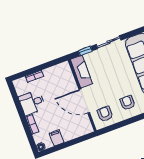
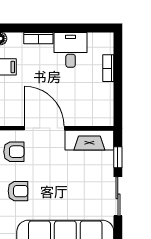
door: (84, 101) -> (44, 128), hinge flipped

